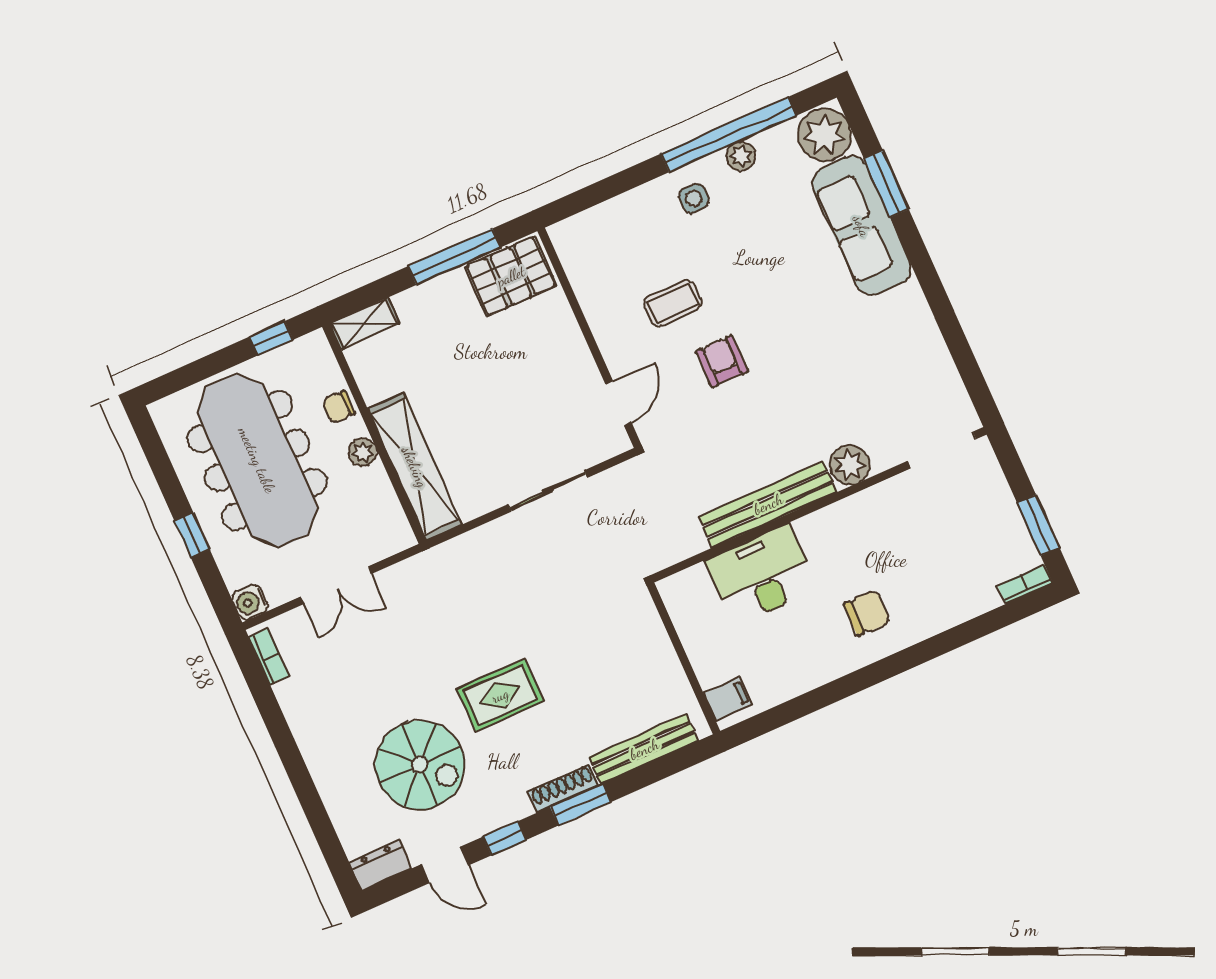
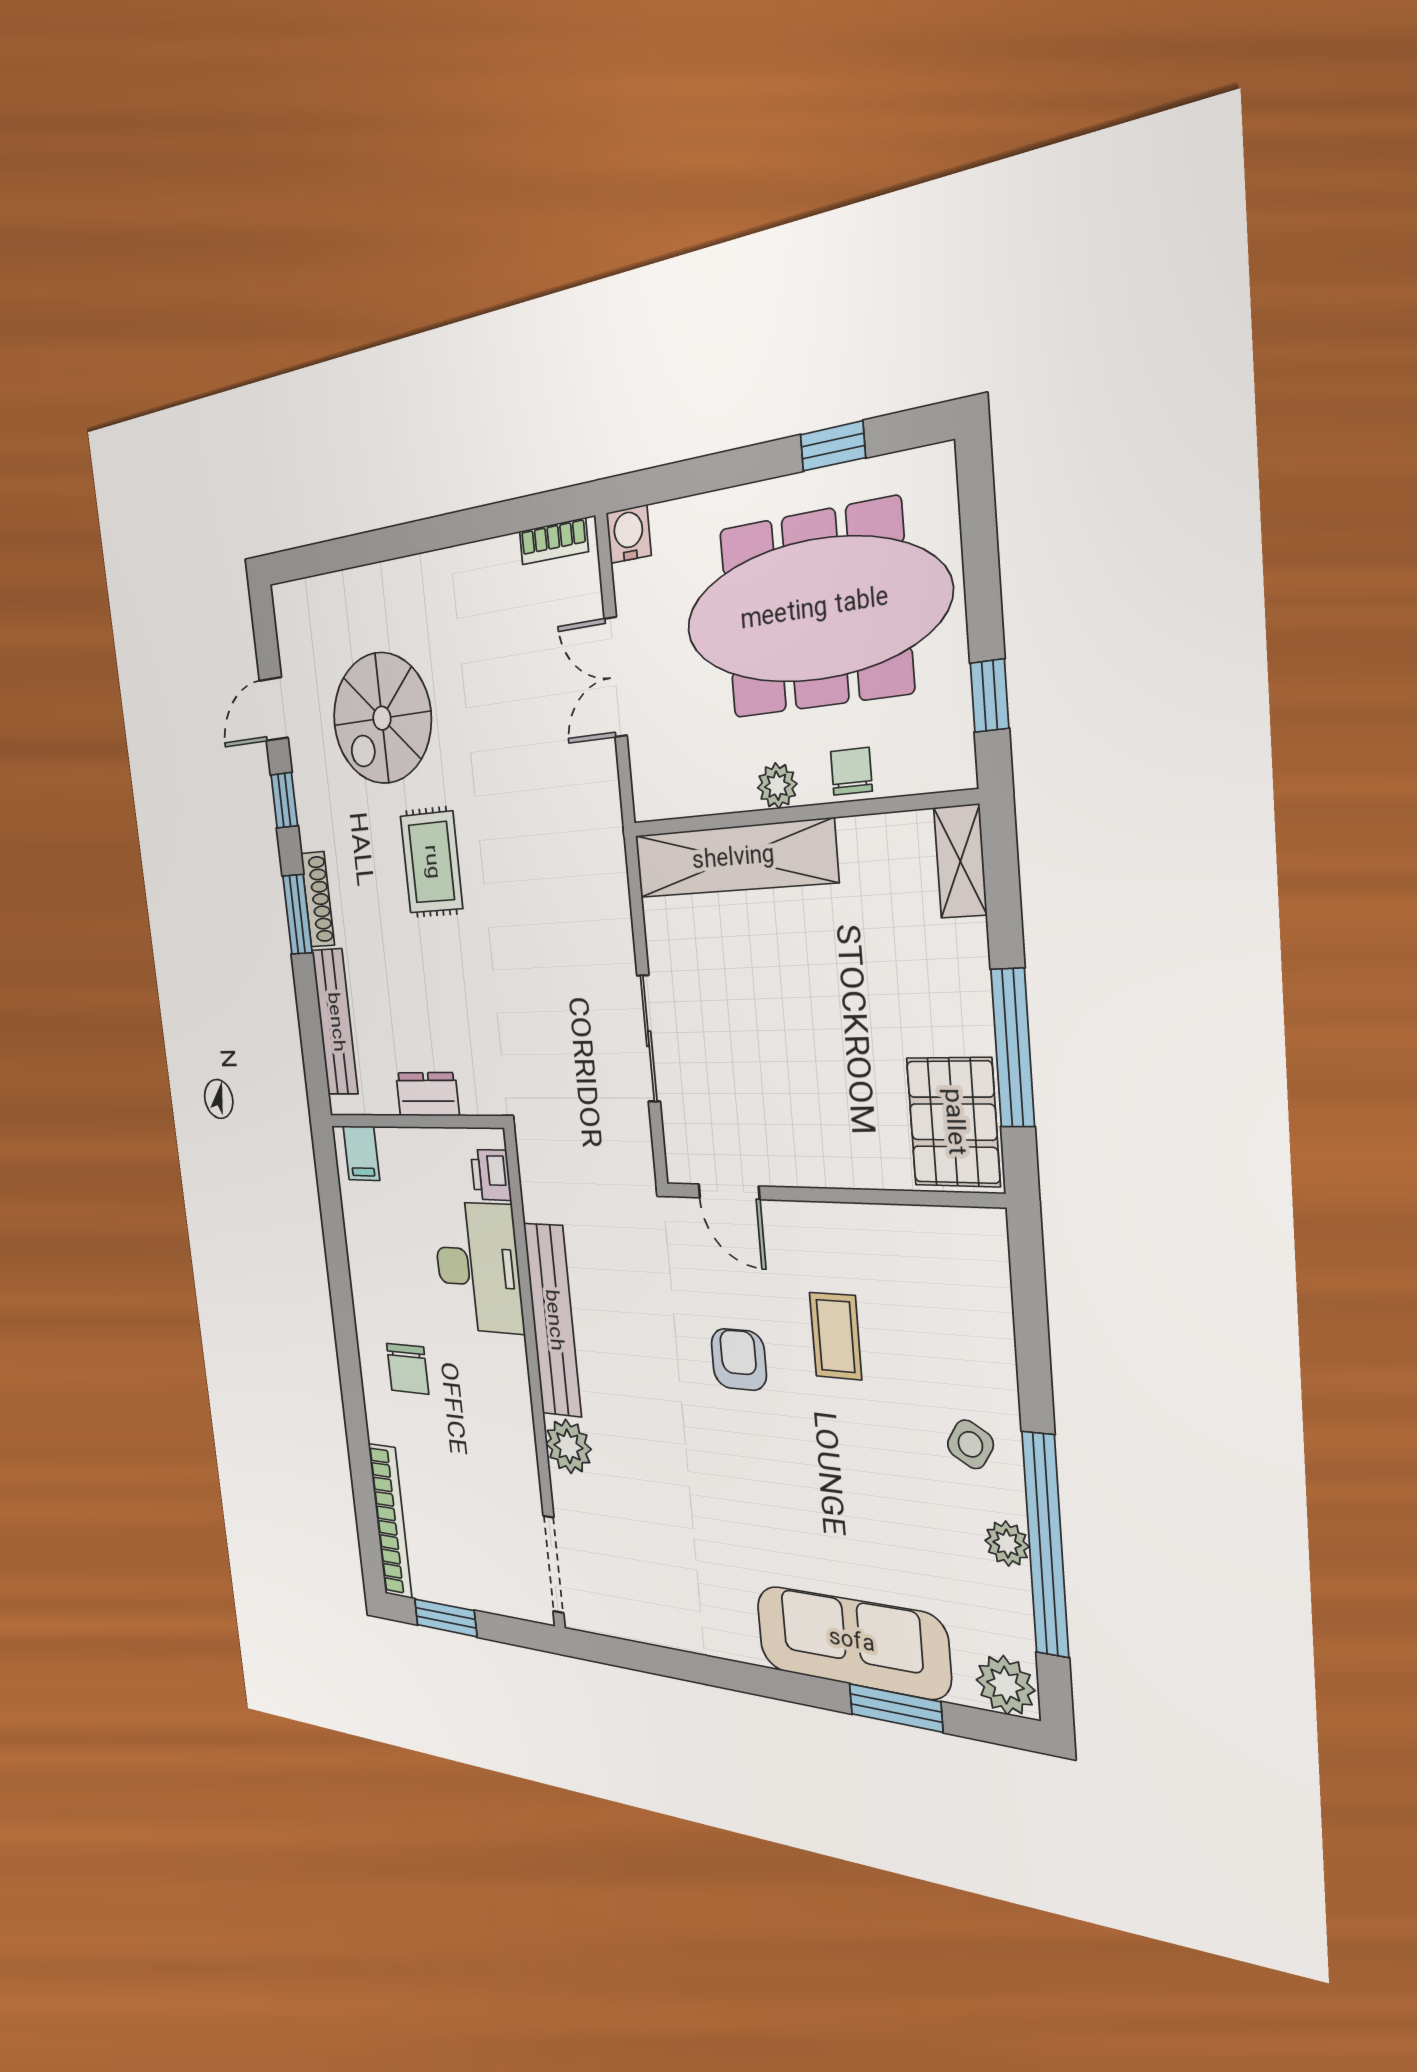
plant: (824, 135) -> (1005, 1685), width x0.73, depth x0.73
side table: (694, 198) -> (970, 1444), turned 31
armchair: (722, 361) -> (739, 1359), turned -90
window: (192, 535) -> (833, 446), moved
printer: (692, 584) -> (491, 1175), added
bookcase: (1025, 584) -> (390, 1521), width x2.31, depth x1.31
dresser: (380, 865) -> (427, 1094), moved, turned -90

